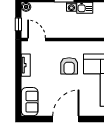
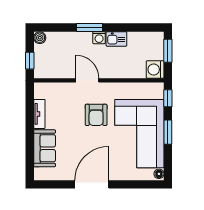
door: (37, 40) -> (87, 80), moved
sofa: (30, 102) -> (45, 148), moved

